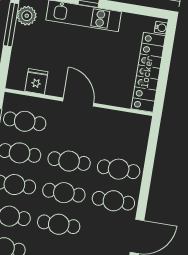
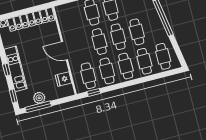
plant: (27, 16) -> (39, 98), moved
door: (78, 102) -> (65, 51), hinge flipped

